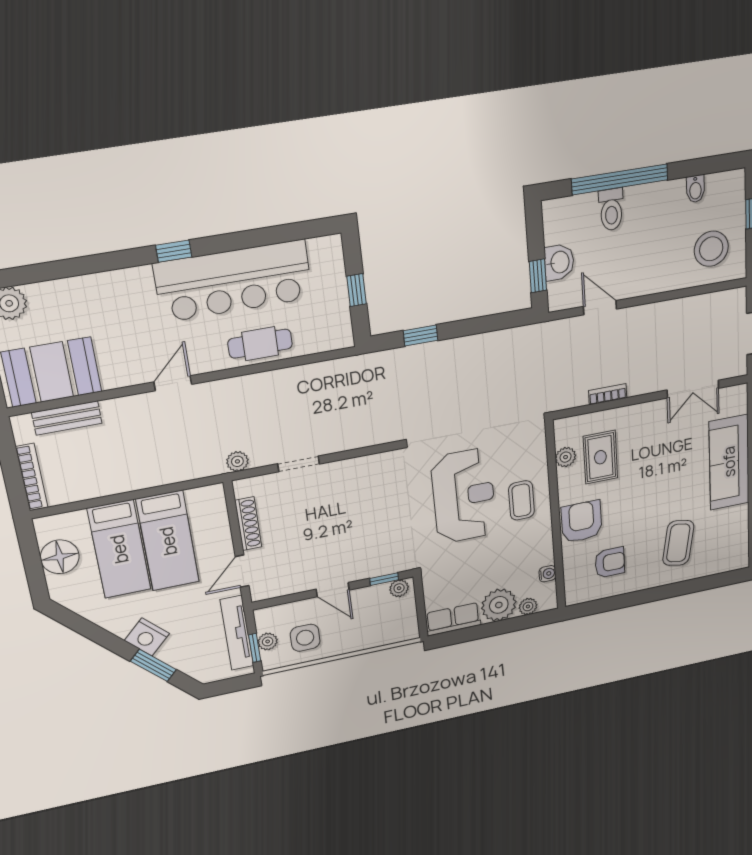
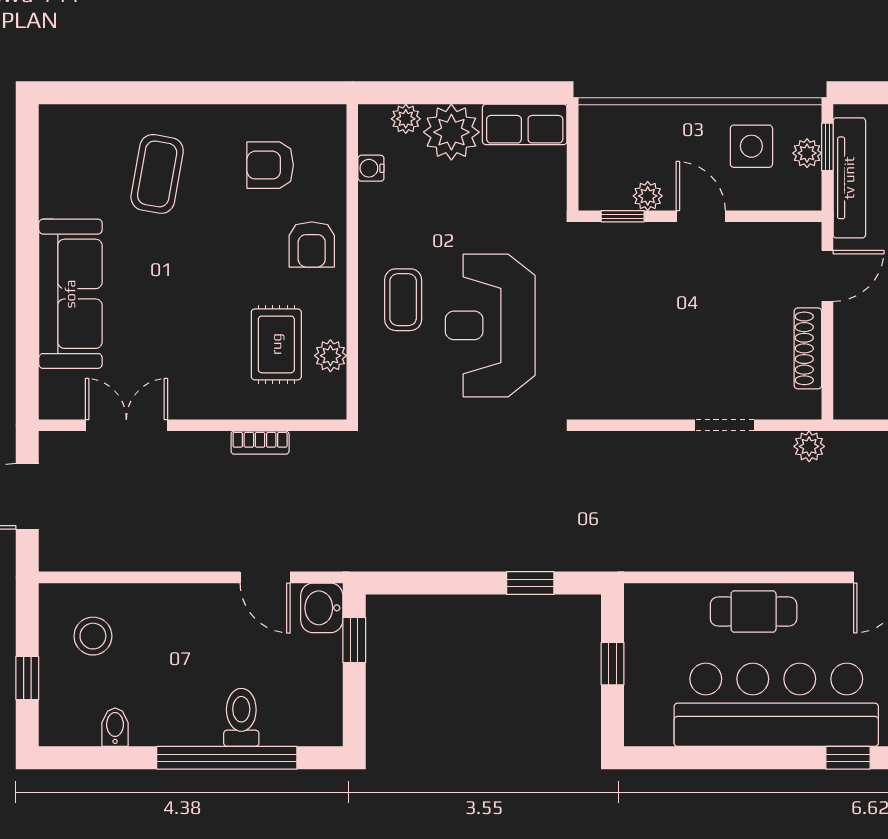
stool: (711, 249) -> (93, 636), width x0.73, depth x0.73
washbasin: (559, 262) -> (322, 608), moved
armchair: (582, 522) -> (312, 244), width x0.72, depth x0.72
plant: (399, 588) -> (648, 196), moved

